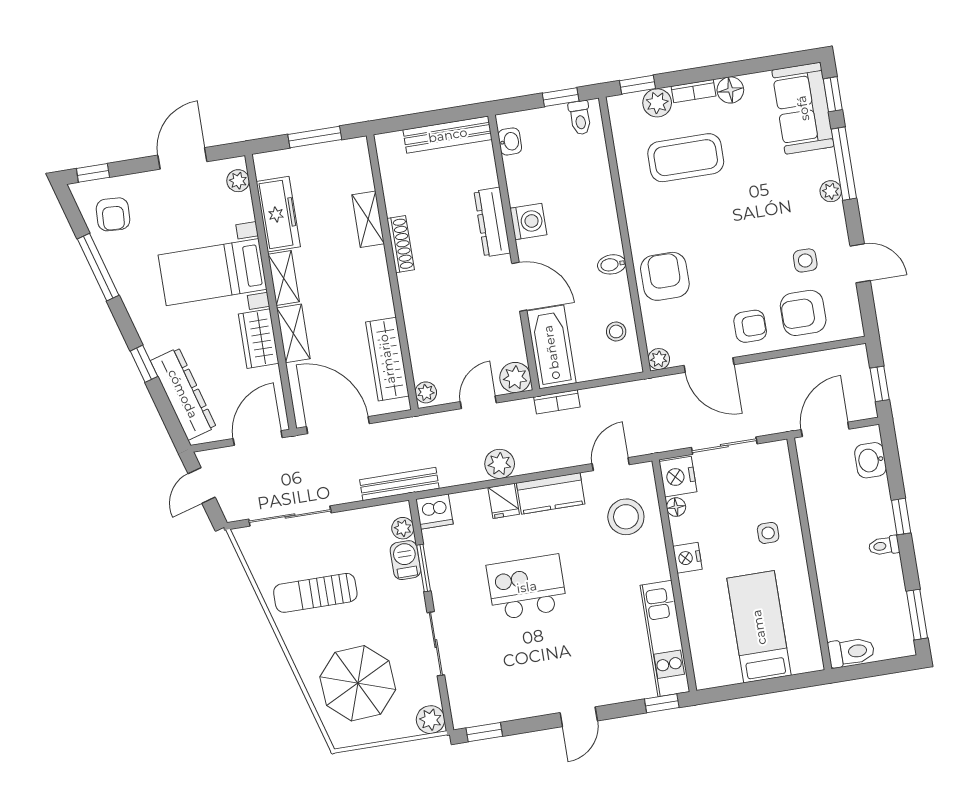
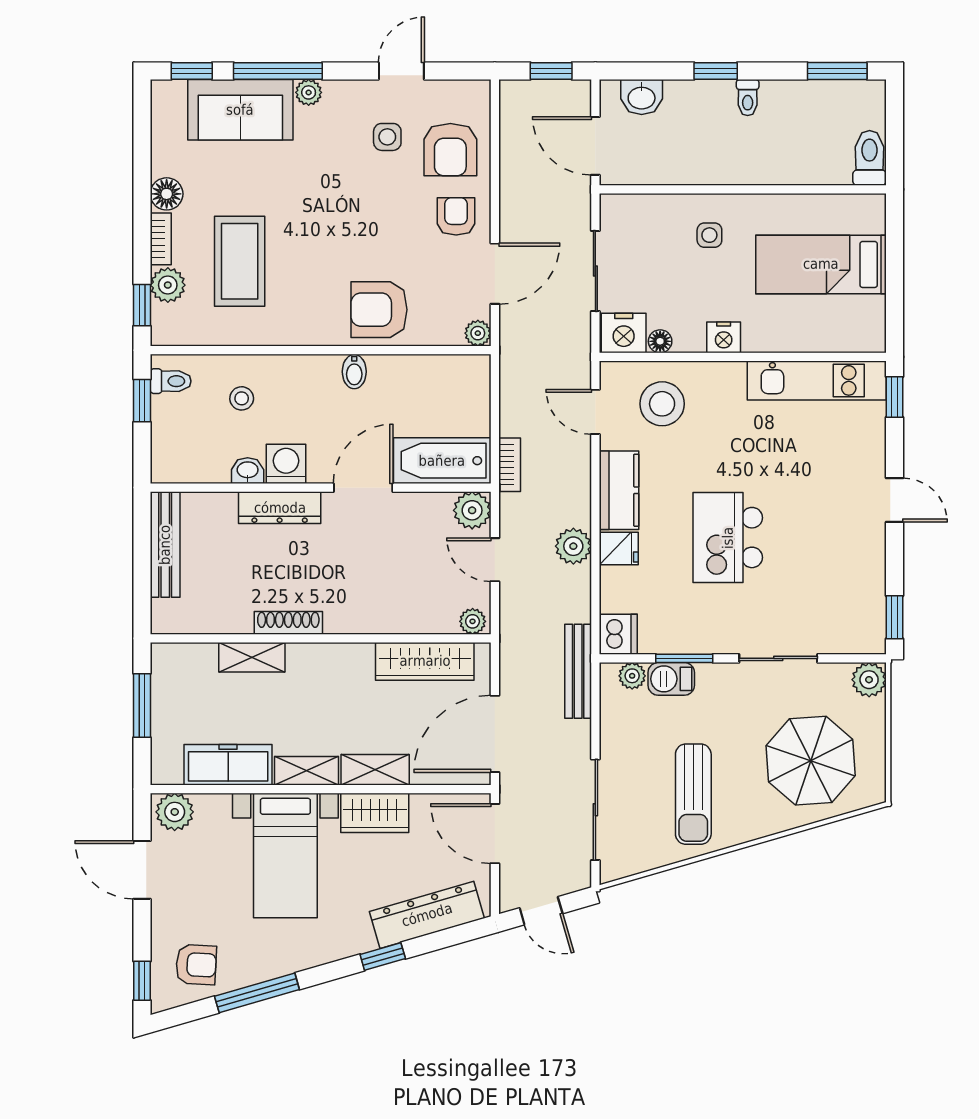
sofa: (803, 108) -> (240, 110), moved
washbasin: (510, 141) -> (248, 471), moved
plant: (238, 181) -> (175, 812), width x1.38, depth x1.38
stool: (616, 331) -> (242, 398), moved

